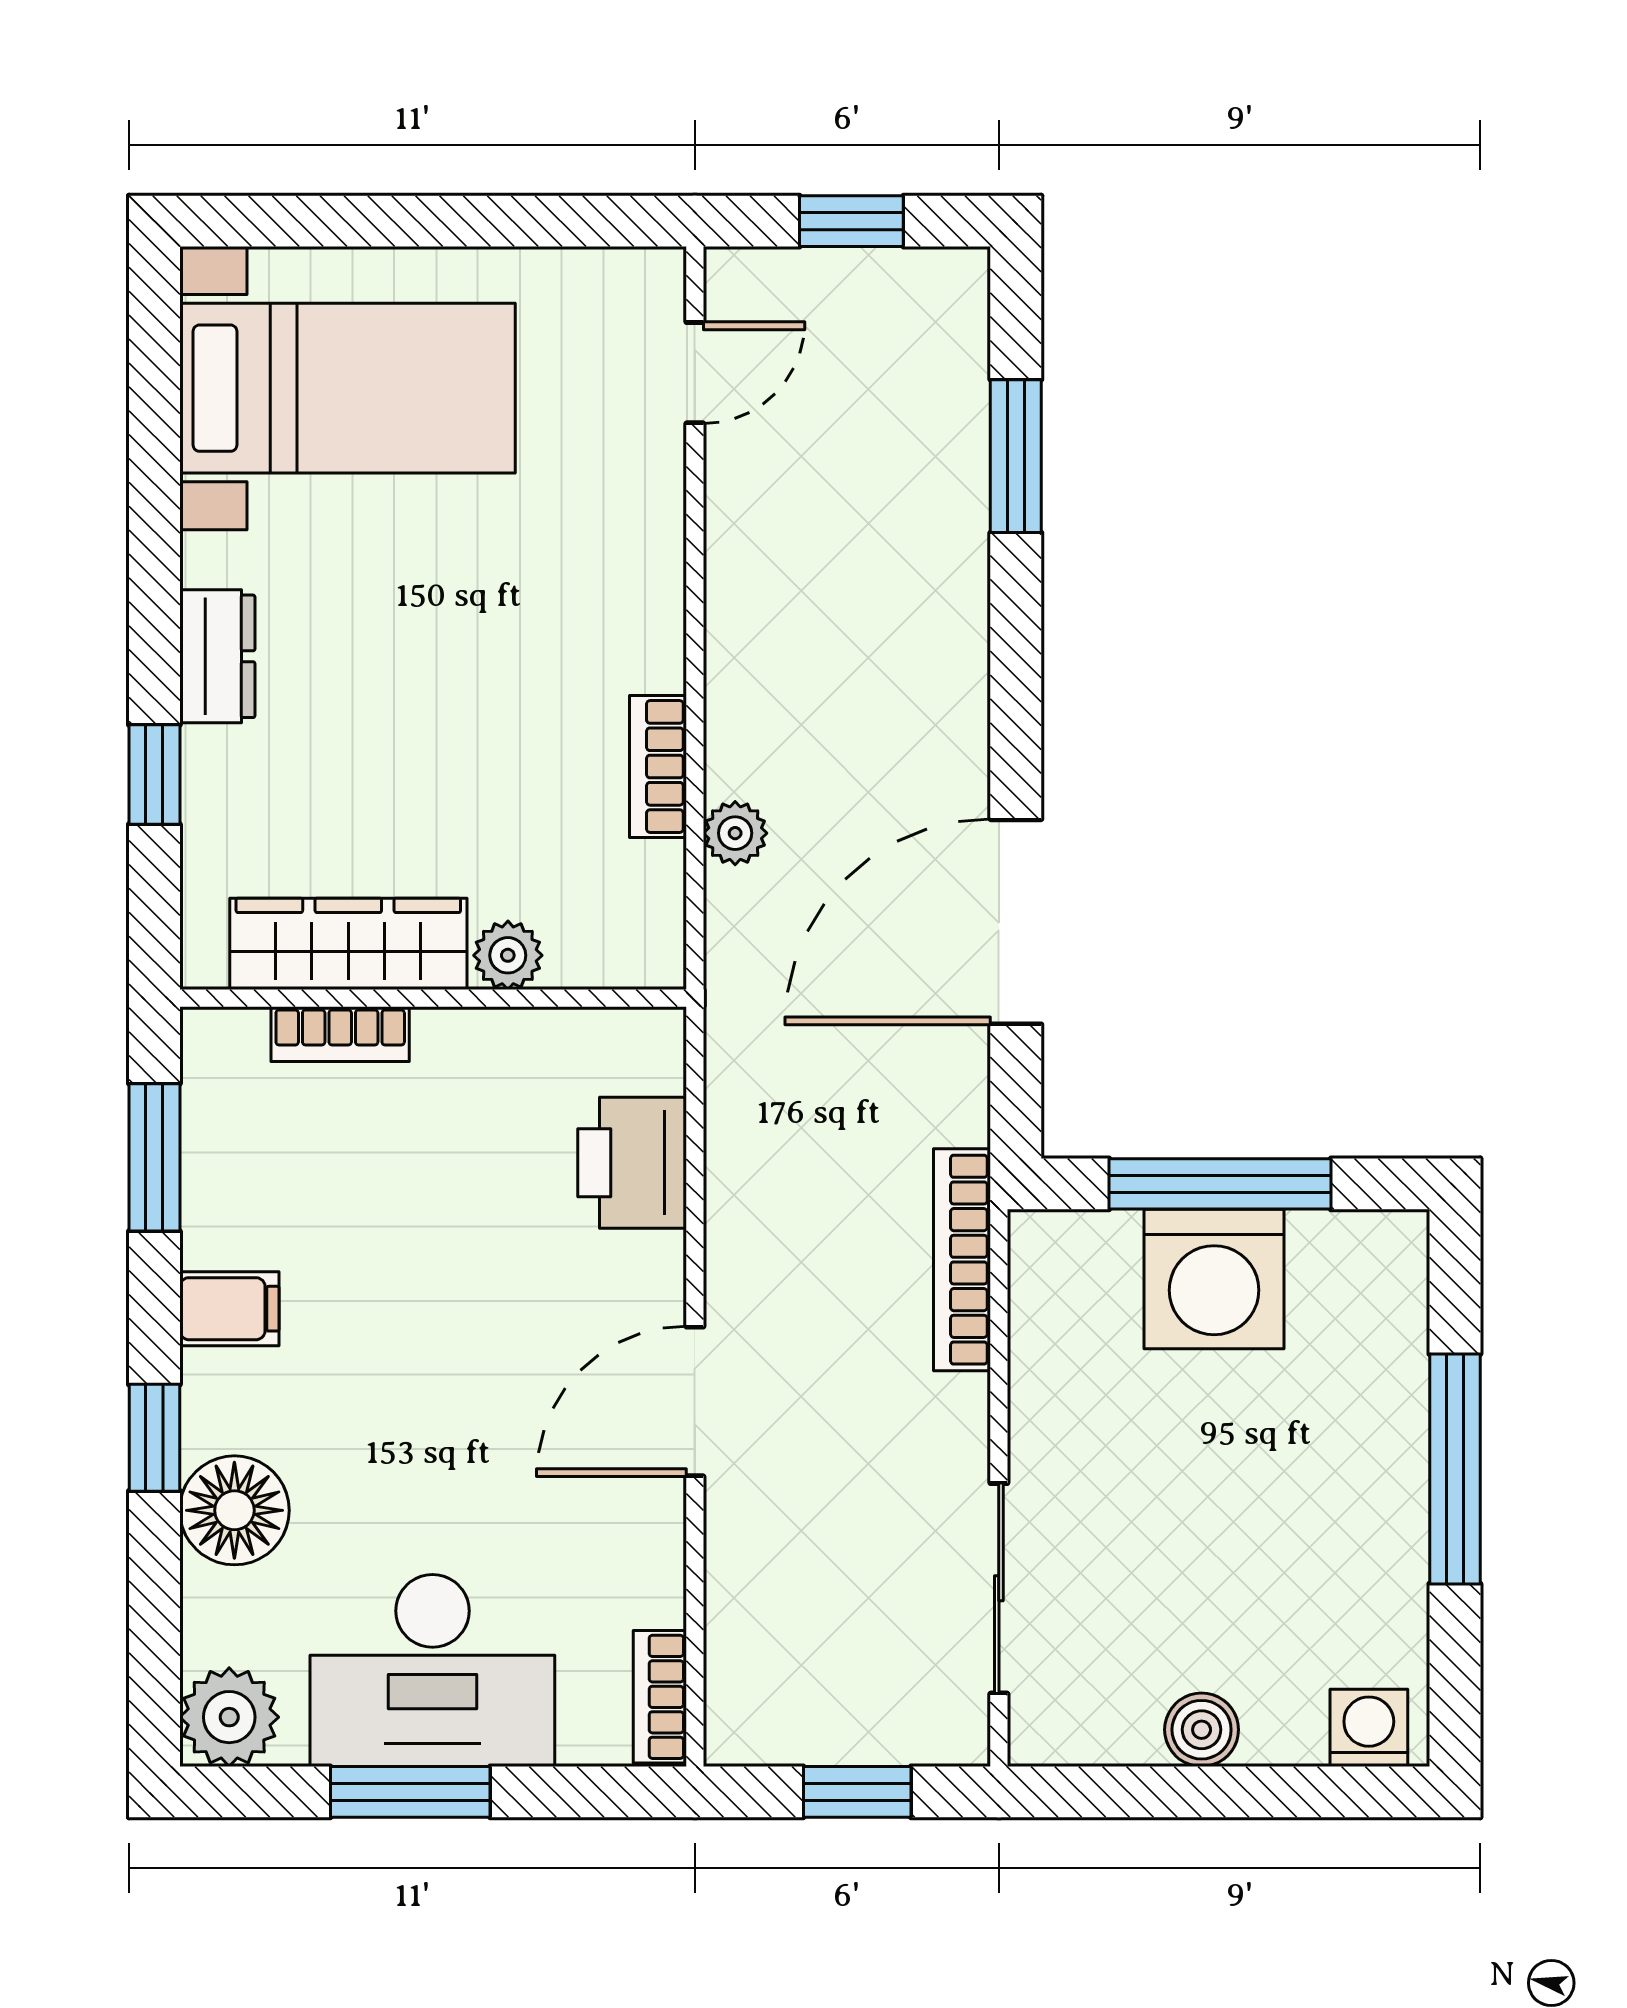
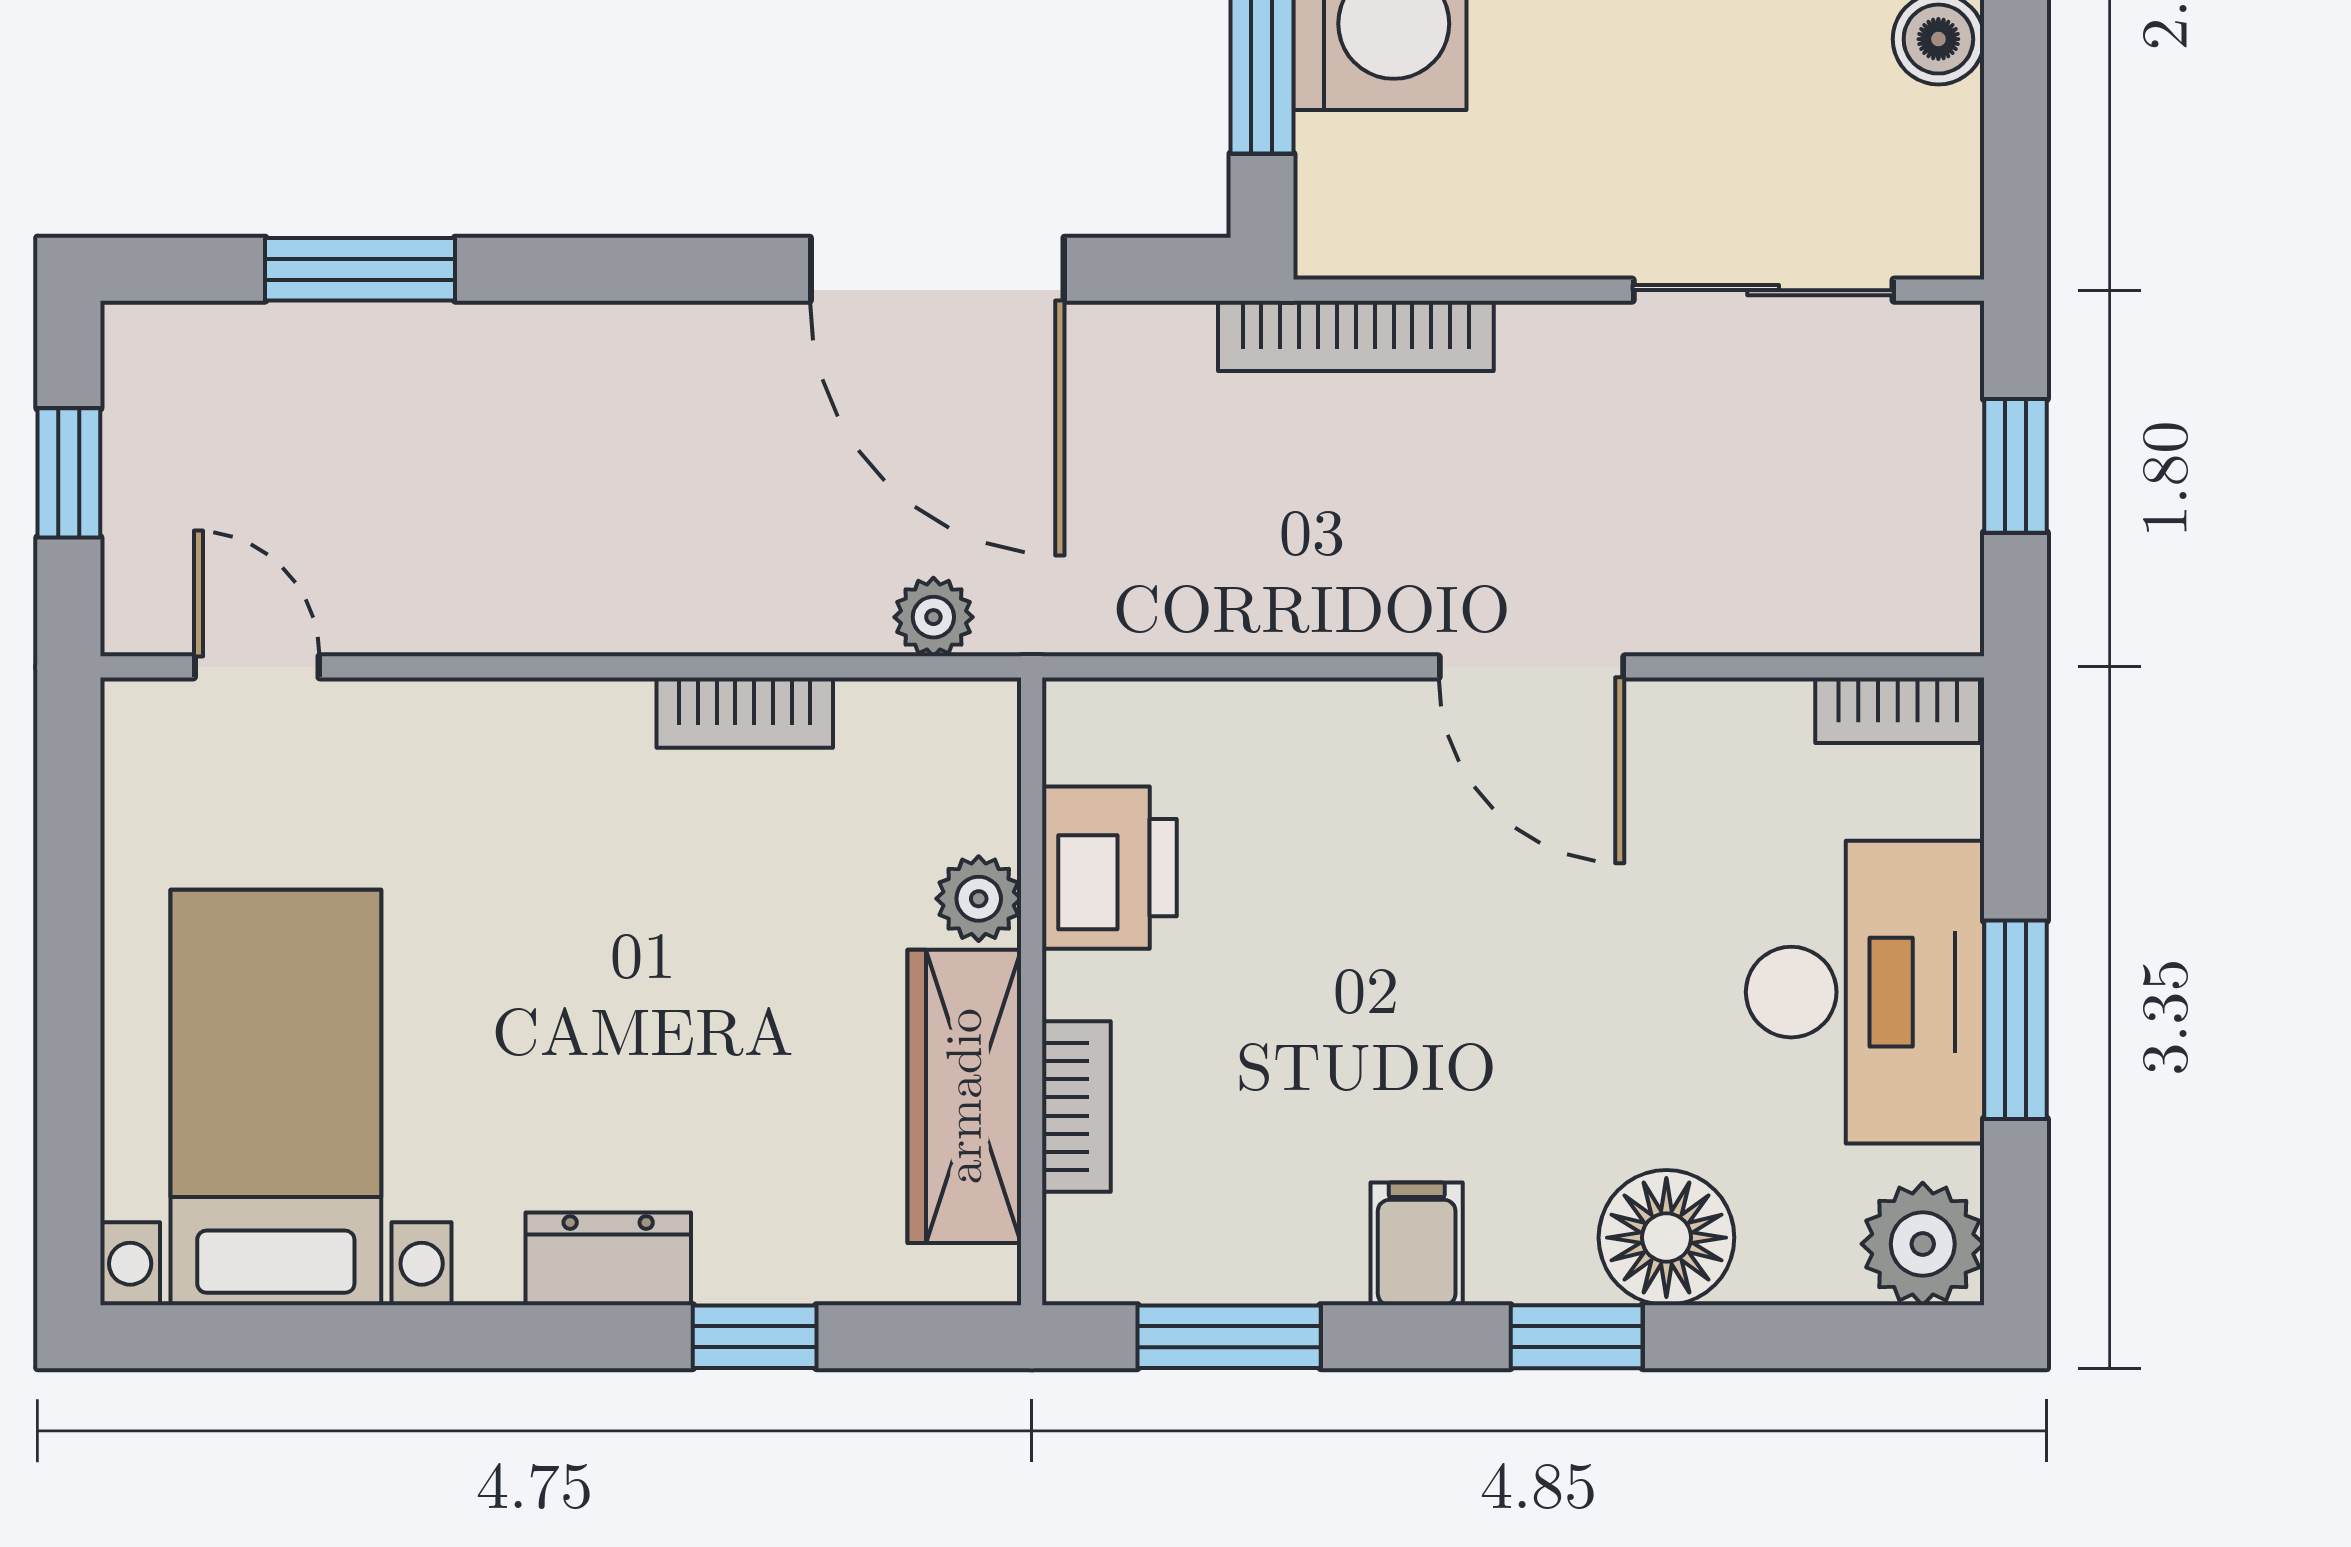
plant: (735, 833) -> (933, 617), moved
printer: (632, 1163) -> (1109, 868), moved, turned -90

